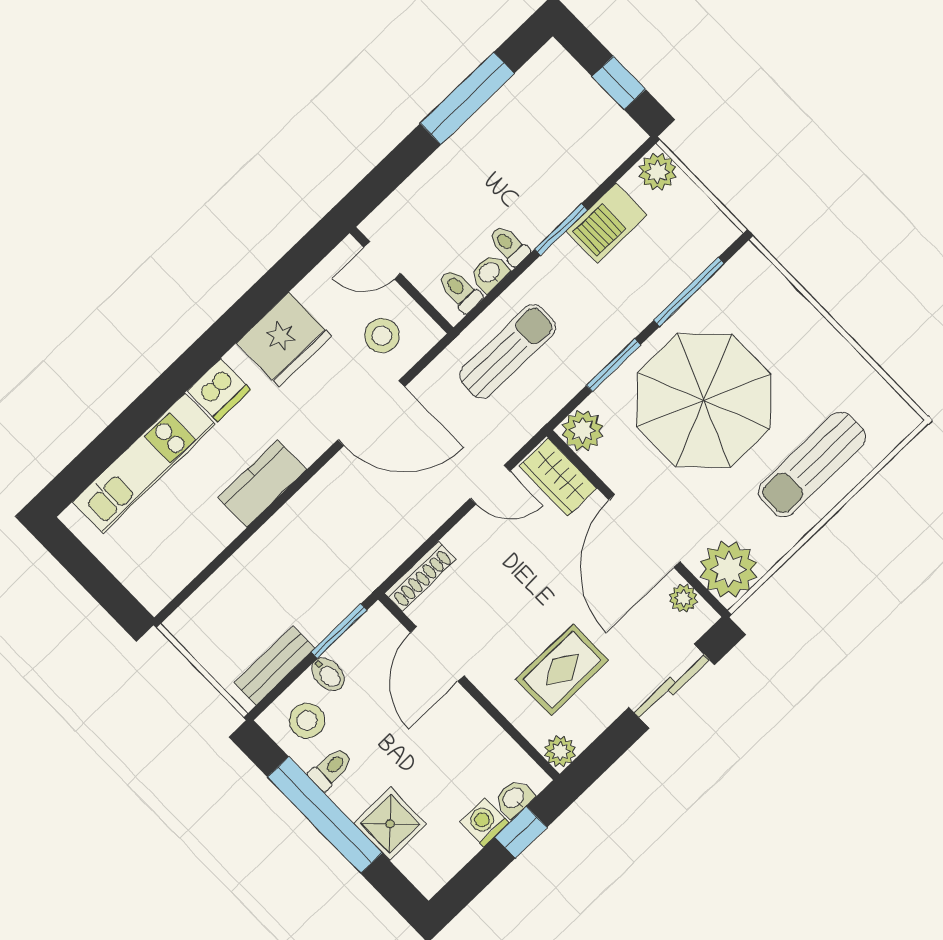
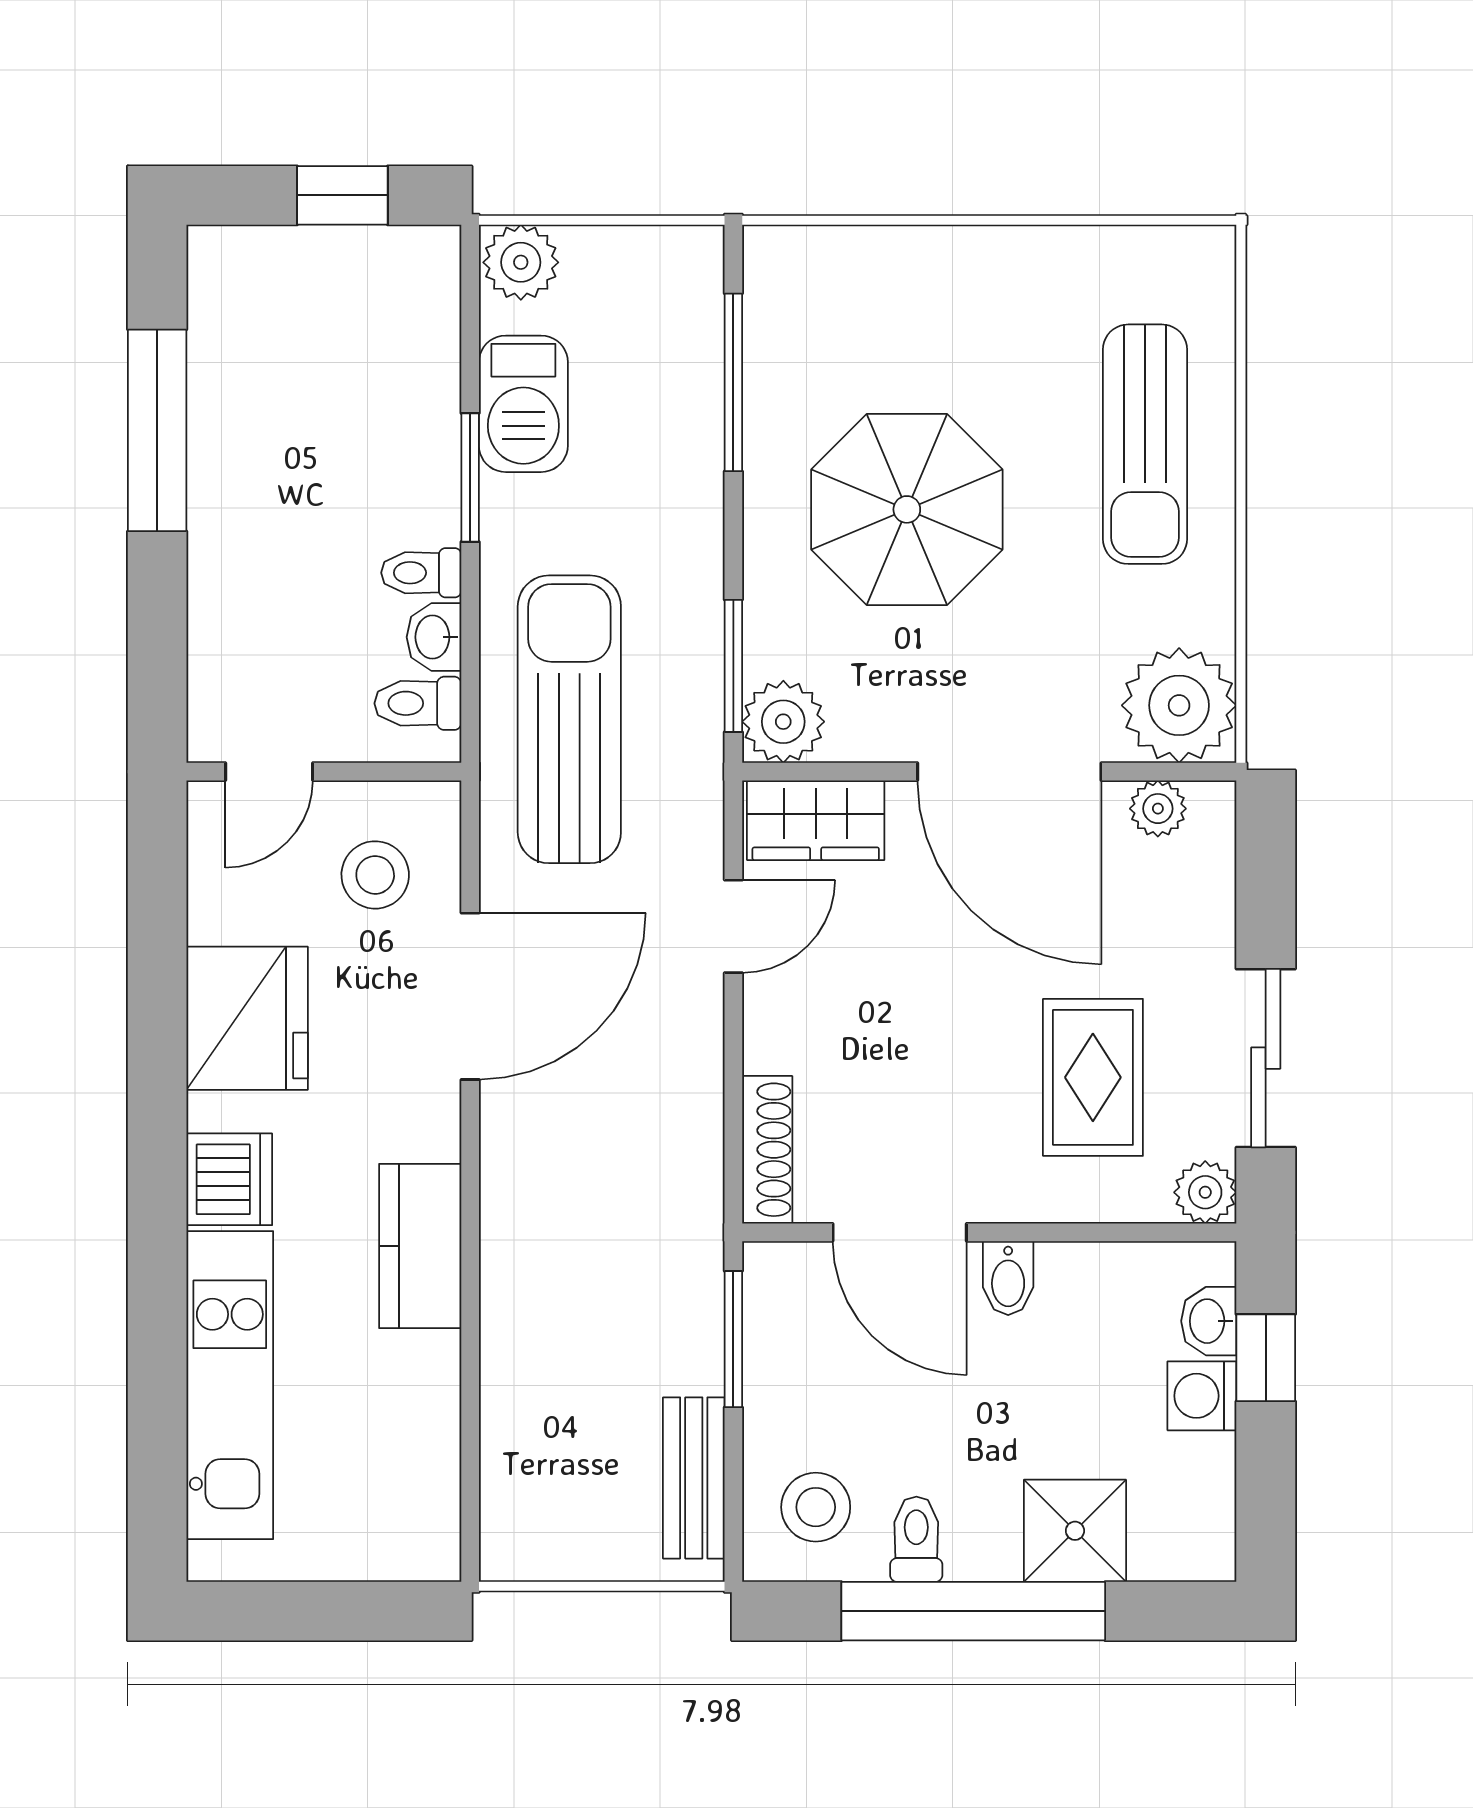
sun lounger: (508, 351) -> (569, 719), width x1.36, depth x1.34
window: (613, 365) -> (733, 666), moved
parasol: (704, 400) -> (907, 509), width x0.73, depth x0.73
bidet: (328, 674) -> (1008, 1278), moved, turned 90
sliding door: (672, 686) -> (1266, 1058), moved

